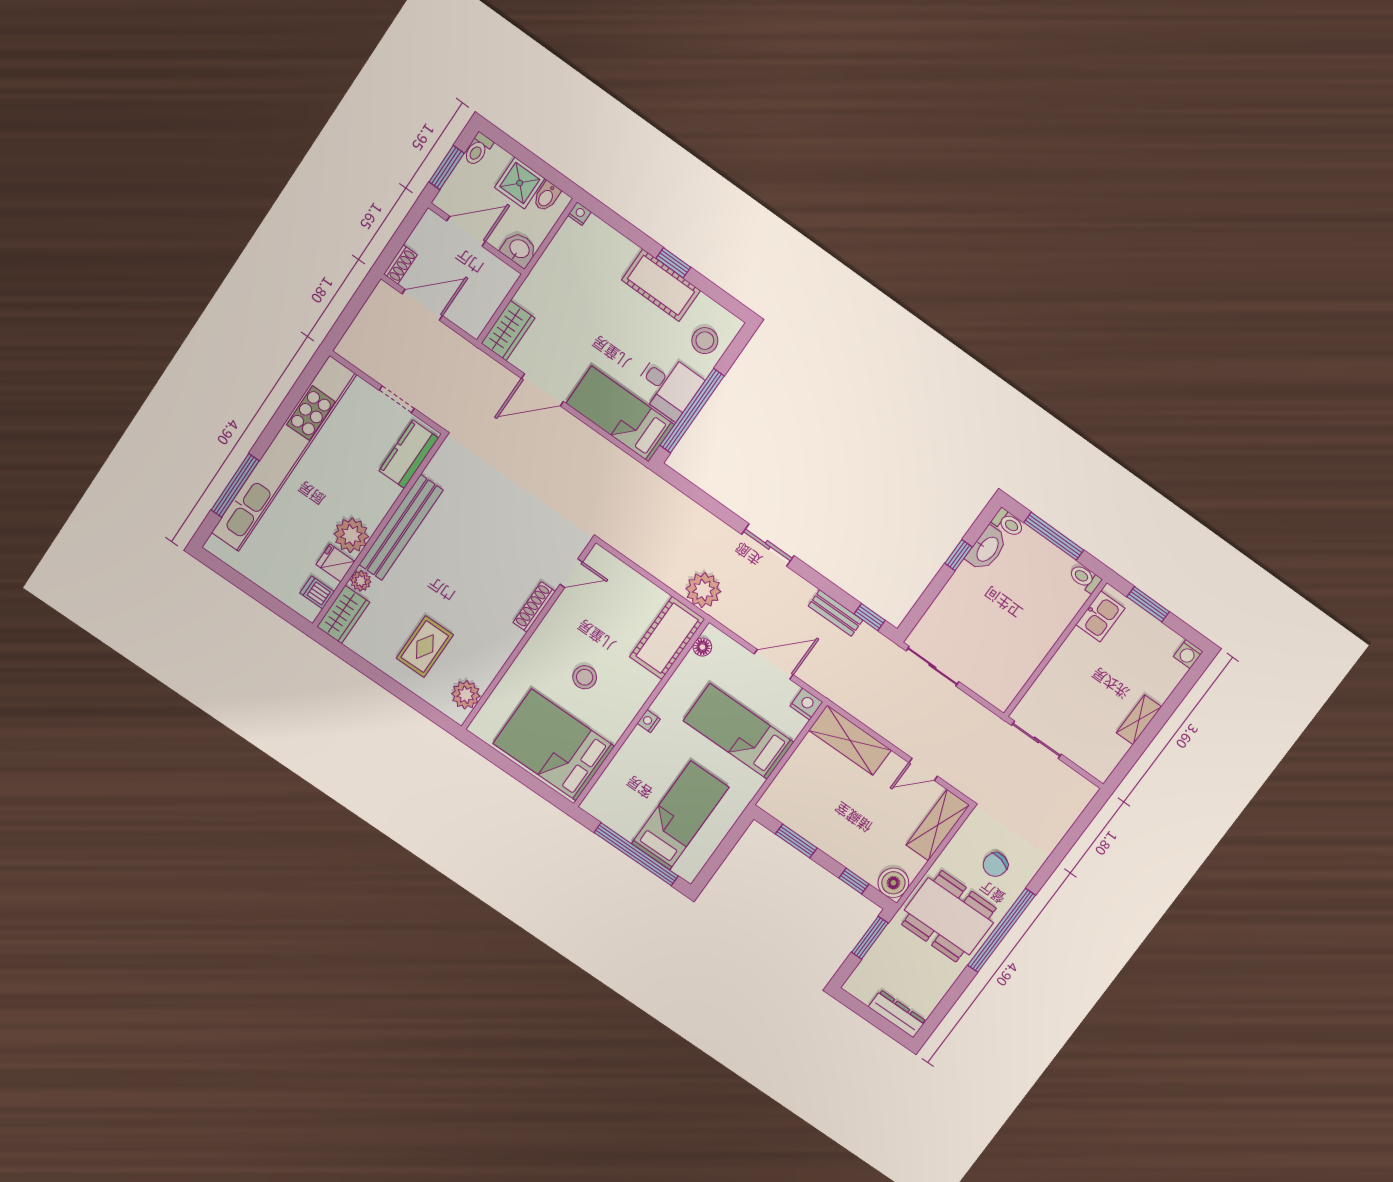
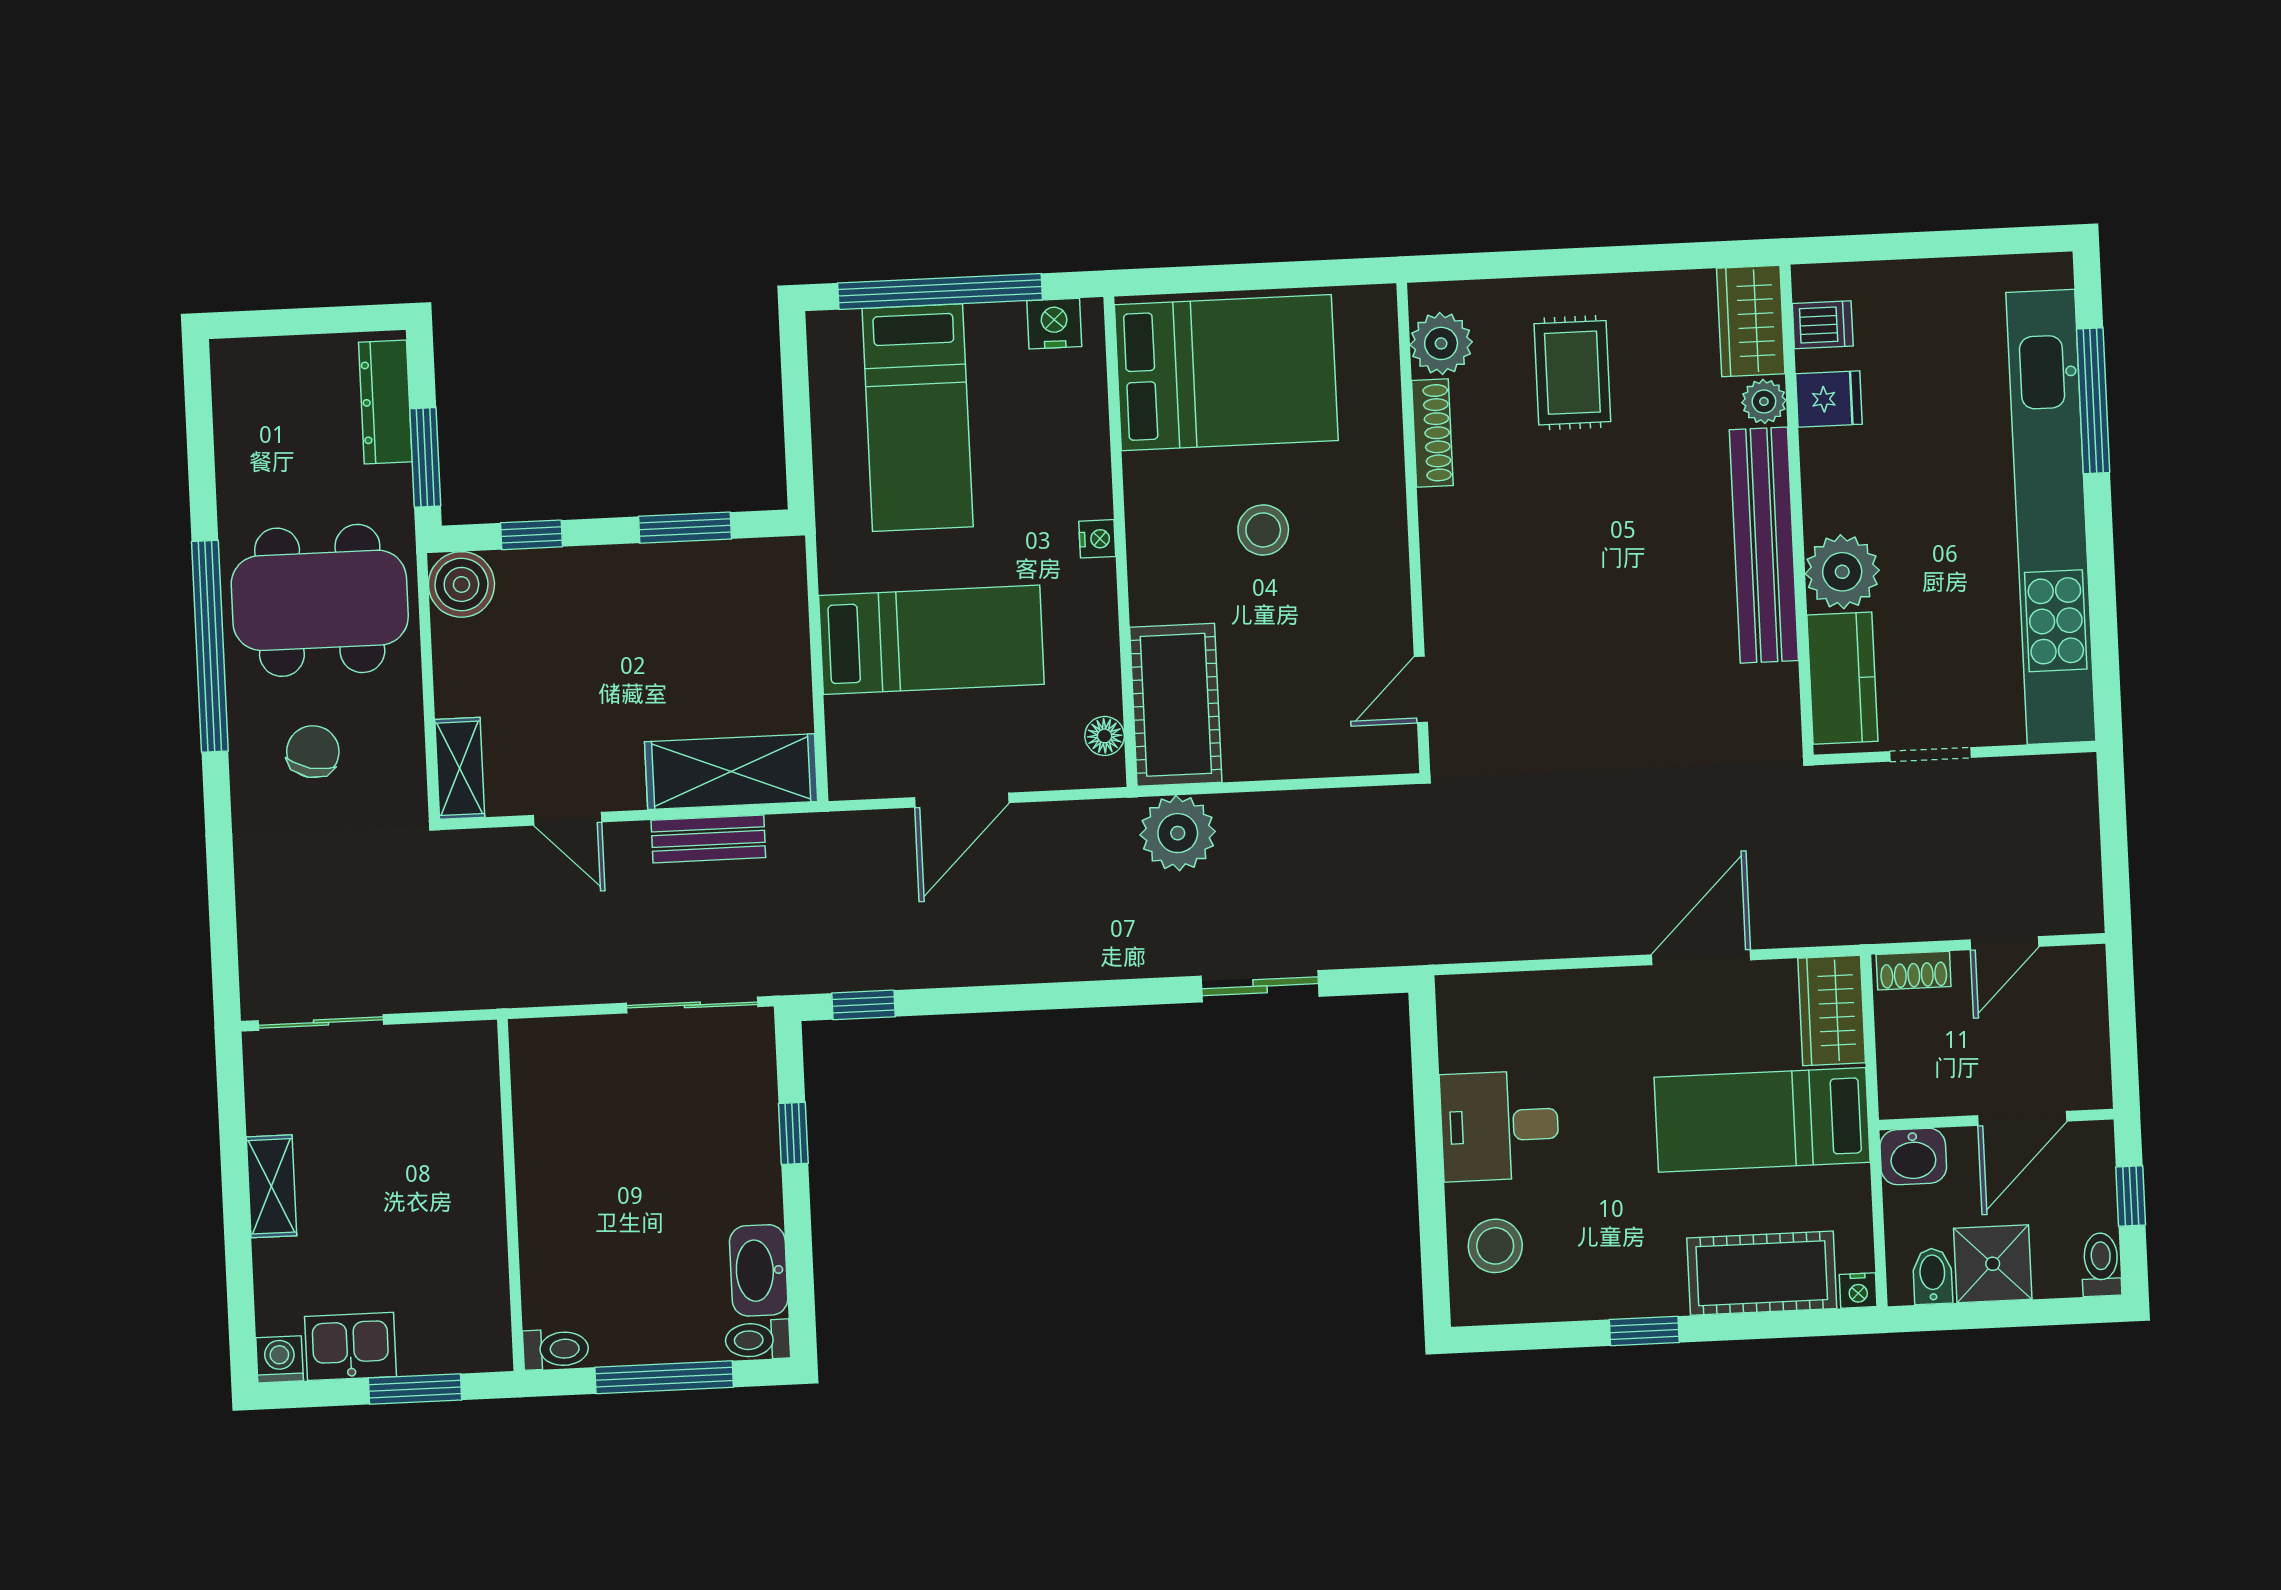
window: (447, 168) -> (2131, 1196), width x0.67
shoe rack: (400, 264) -> (1914, 971), moved, turned -90
cot: (661, 285) -> (1762, 1273), moved
door: (422, 305) -> (2004, 943), width x0.73
window: (692, 411) -> (1428, 1116), removed
bed: (620, 414) -> (1762, 1120), moved, turned 180
plant: (351, 535) -> (1842, 572), moved
sliding door: (768, 545) -> (1260, 986), moved
window: (958, 555) -> (793, 1133), moved
shoe rack: (534, 607) -> (1432, 433), moved
bench: (836, 613) -> (708, 839), moved
kitchen sink: (1100, 616) -> (350, 1346), moved, turned 90
nightstand: (806, 704) -> (1054, 324), moved, turned 180
sliding door: (1036, 740) -> (321, 1022), moved
door: (923, 769) -> (568, 819), swing flipped
shelving: (938, 825) -> (460, 768), width x0.67, depth x0.75
dresser: (897, 1014) -> (385, 402), moved, turned 90

